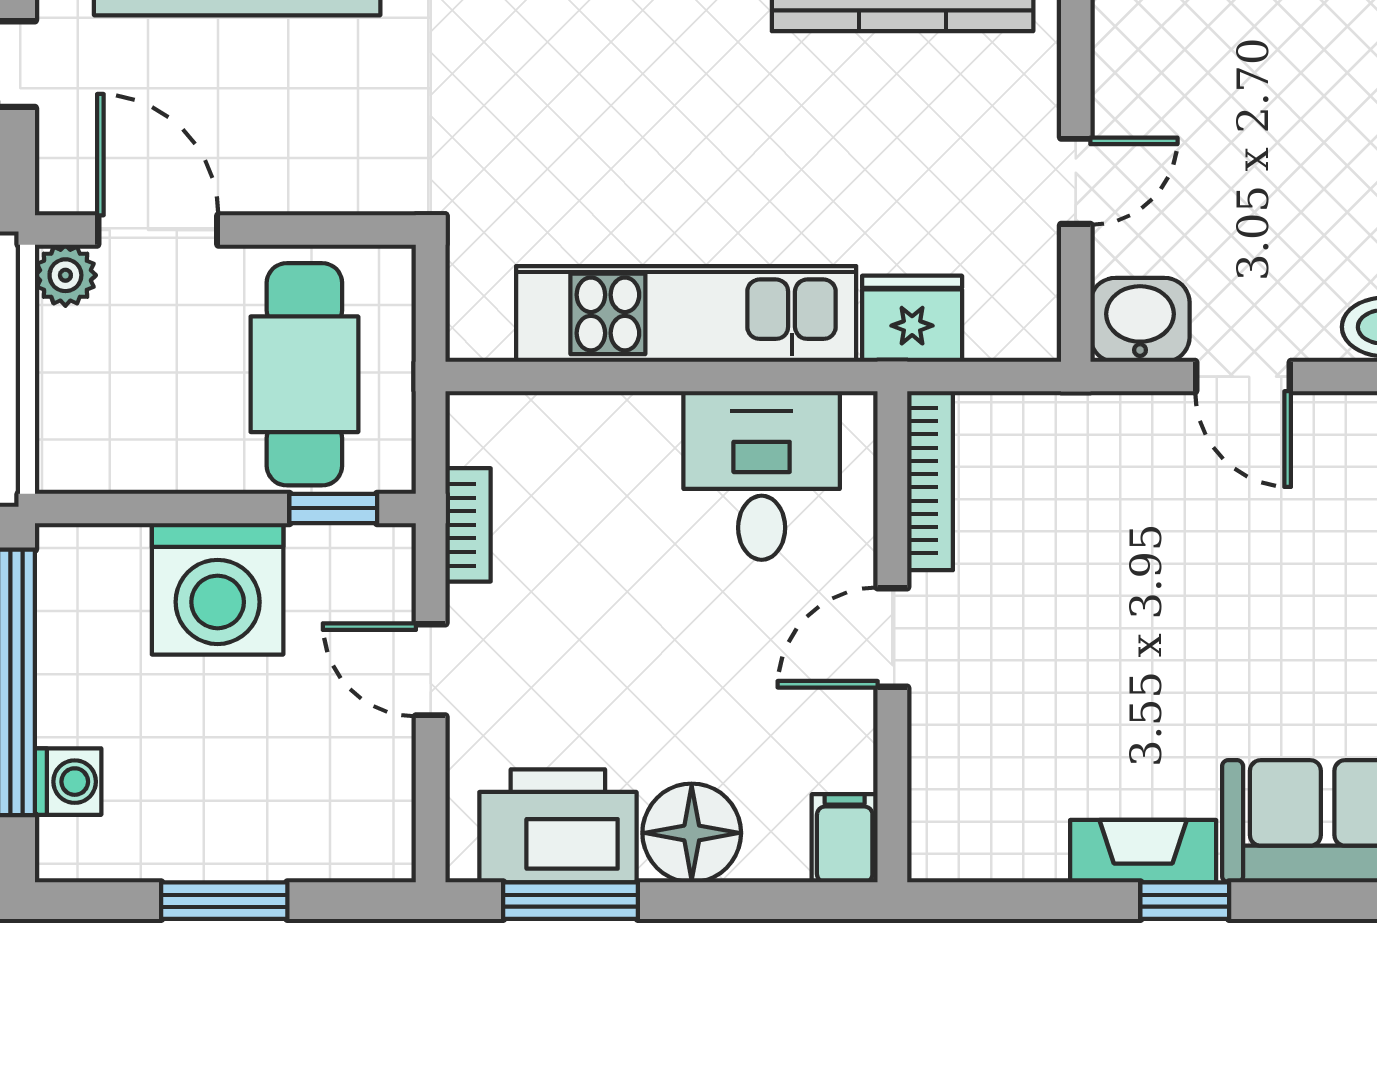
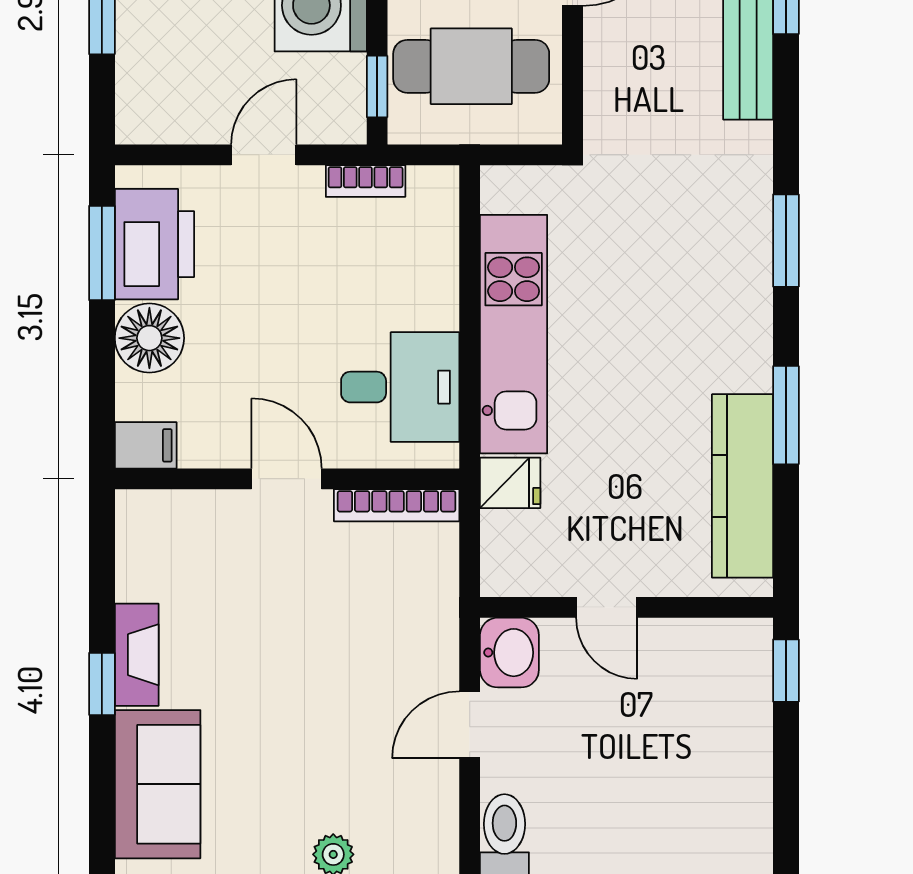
fridge: (912, 319) -> (510, 483), width x0.72

